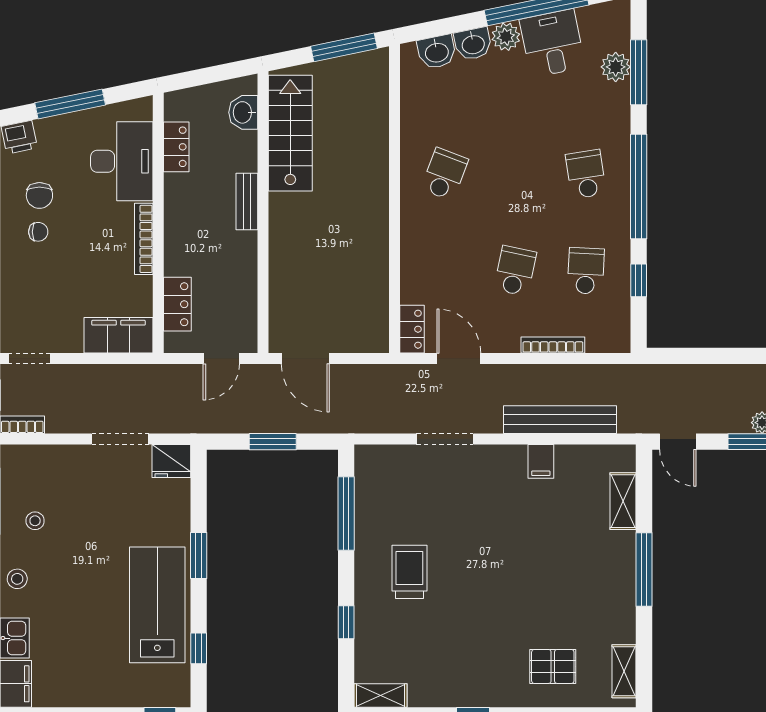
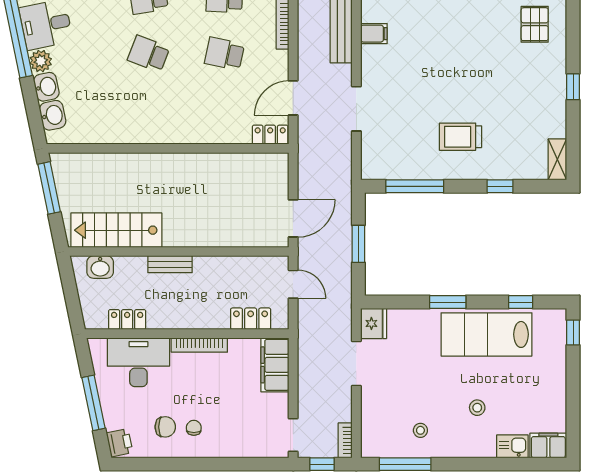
school desk: (445, 174) -> (149, 54), moved
stool: (17, 579) -> (477, 408), moved

